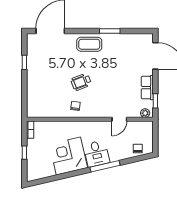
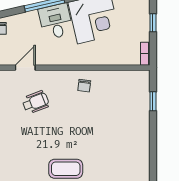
window: (24, 62) -> (153, 101), moved
wheelchair: (81, 82) -> (36, 102), moved

